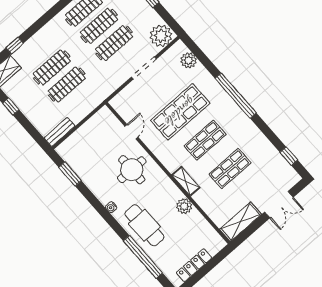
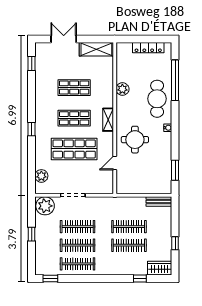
window: (236, 96) -> (32, 129), width x0.32
shelving: (186, 181) -> (108, 120), moved

